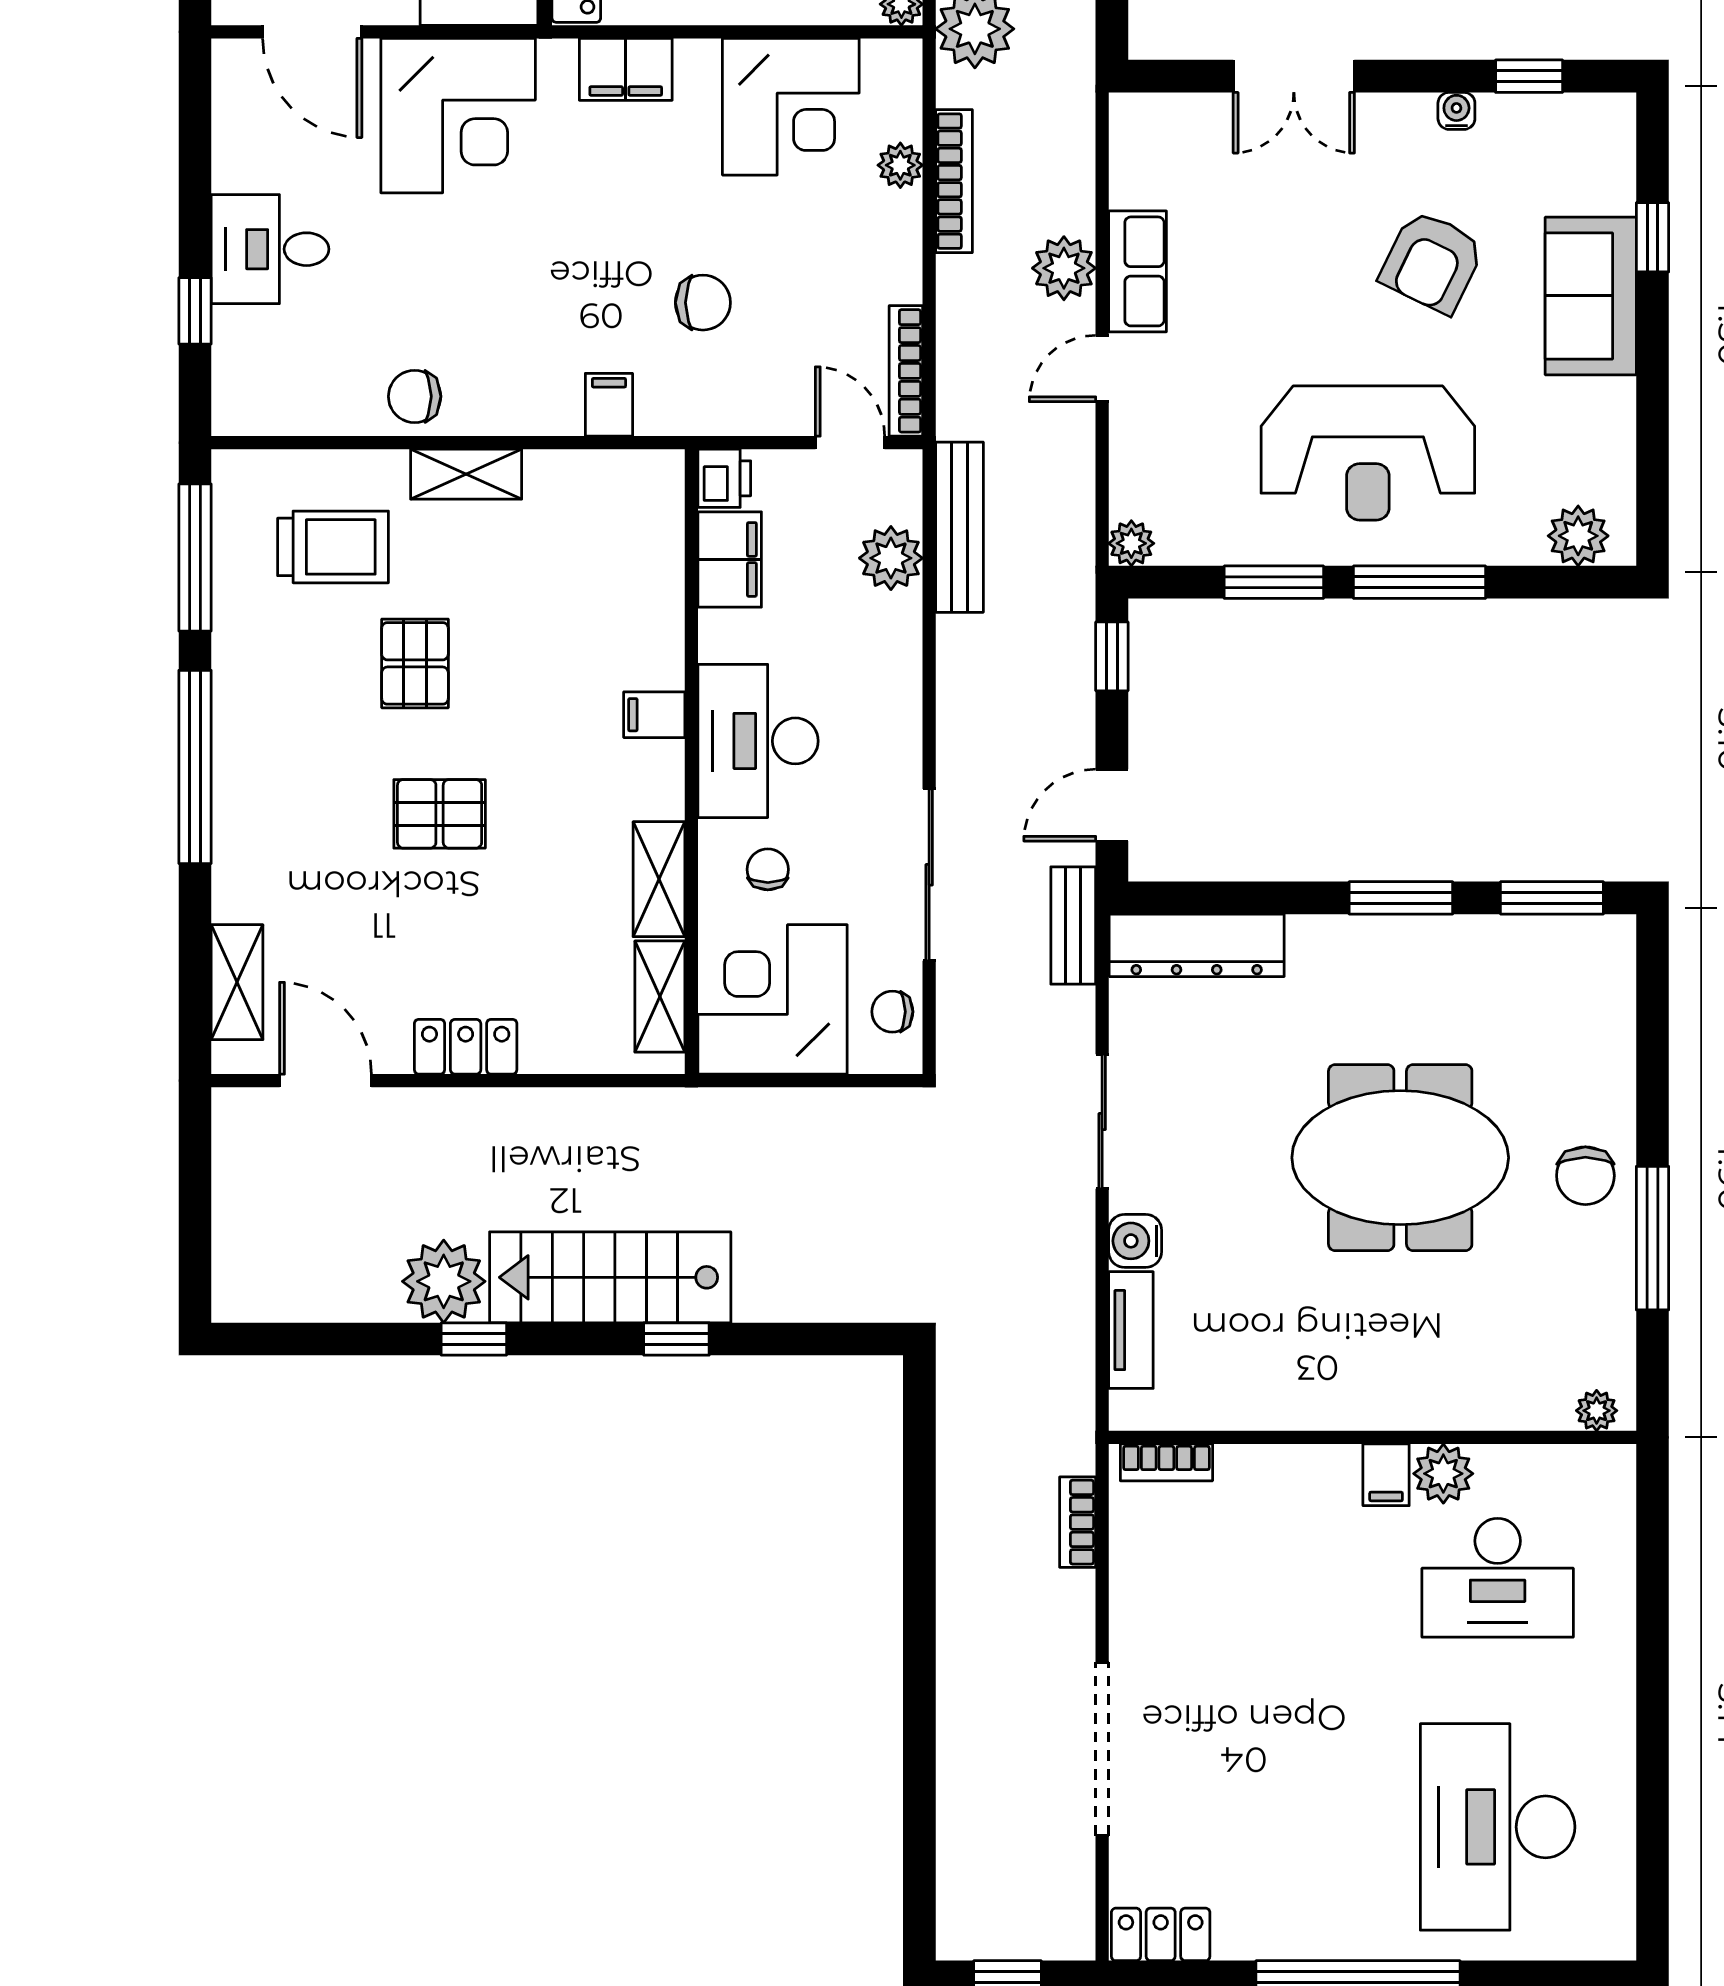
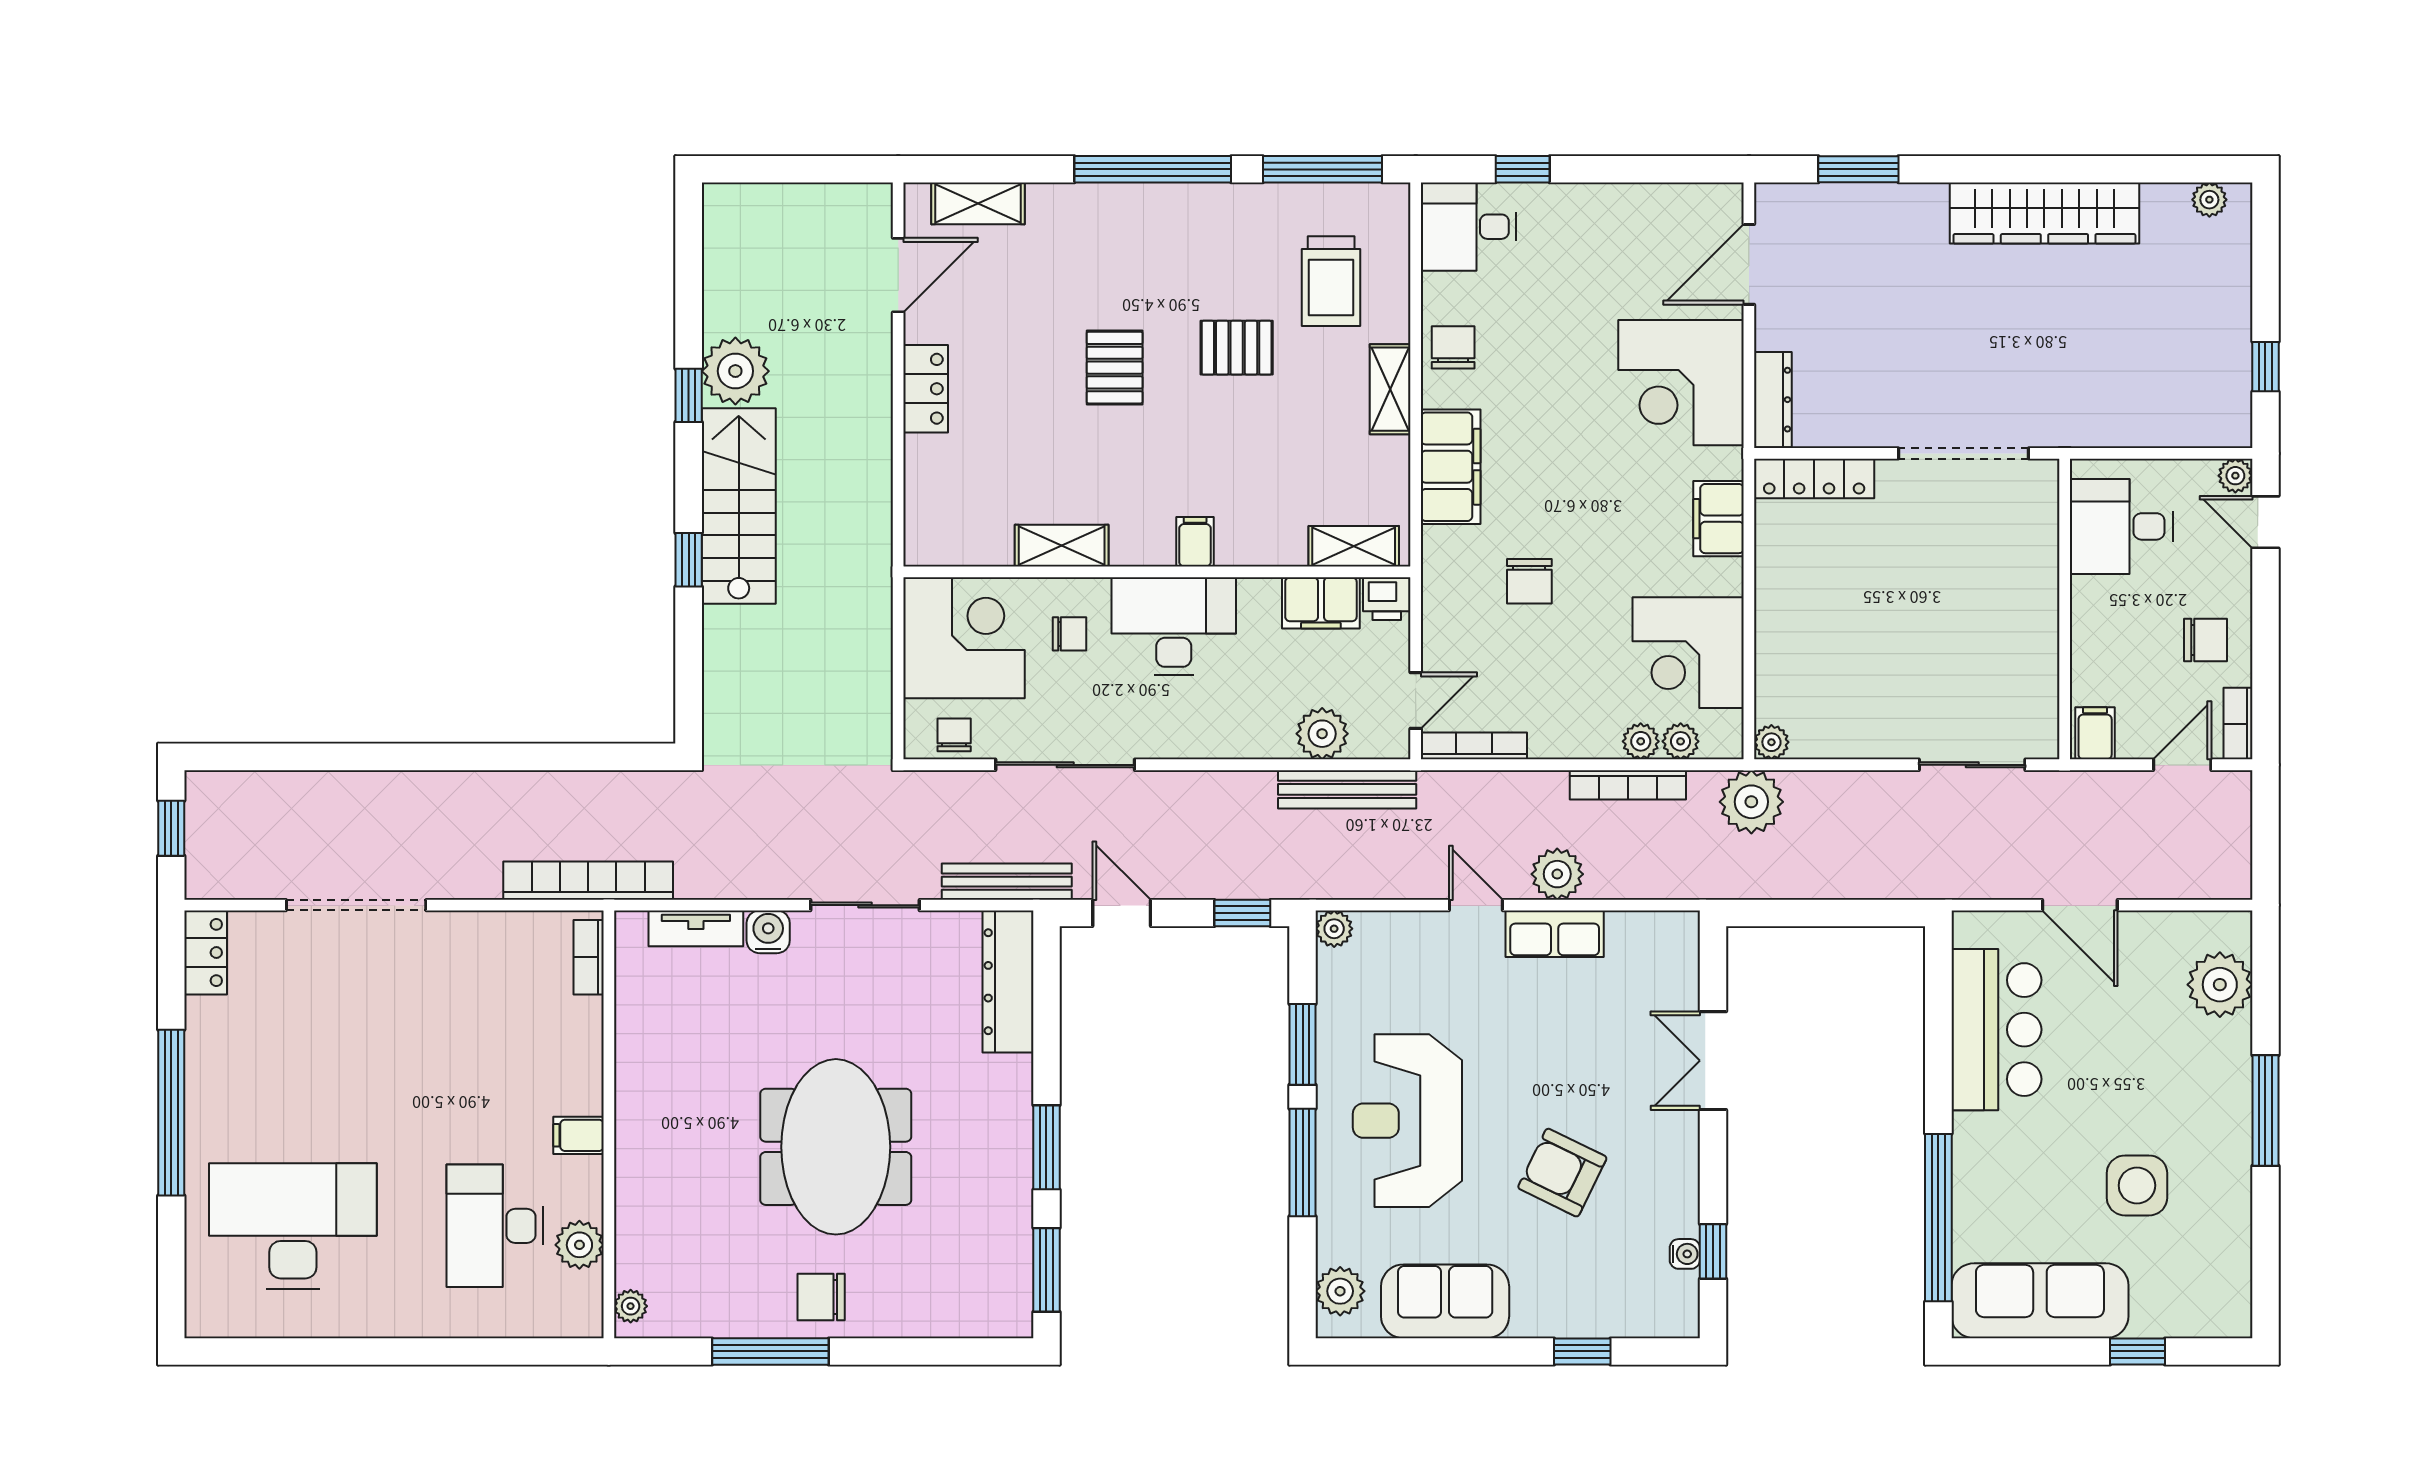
water cooler: (1456, 111) -> (1685, 1254), moved
plant: (900, 116) -> (1681, 741), added
desk: (270, 249) -> (1469, 227), moved, turned -90
sofa: (1591, 296) -> (1445, 1301), moved
filing cabinet: (609, 405) -> (1451, 467), width x3.00, depth x1.17
bench: (1073, 925) -> (1007, 882), width x1.36
shelving: (660, 997) -> (1354, 546), moved
plant: (1443, 1474) -> (579, 1245), moved
bookcase: (1078, 1522) -> (588, 881), width x2.31, depth x1.31

